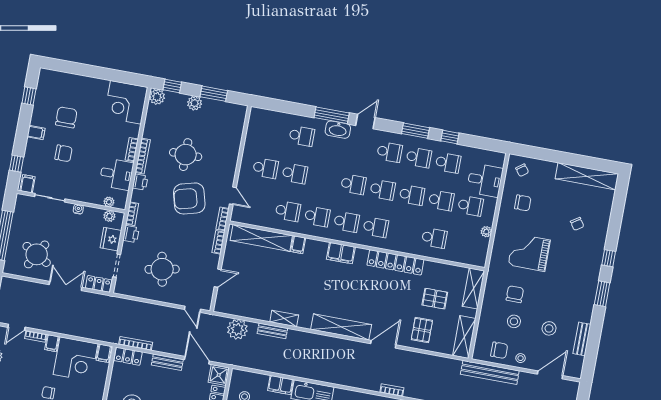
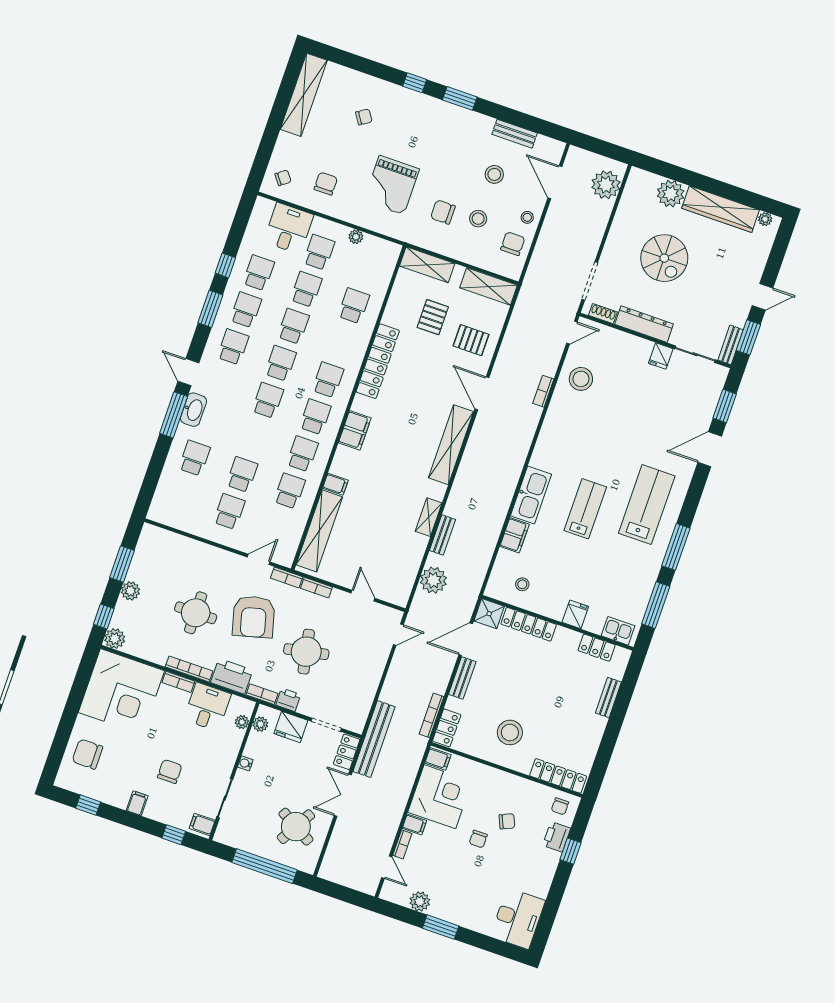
corner desk: (126, 102) -> (121, 692), width x1.36, depth x1.36
chair: (66, 117) -> (87, 754), moved
printer: (140, 182) -> (232, 676), width x1.87, depth x1.48
round table: (162, 269) -> (306, 652), moved
bench: (490, 372) -> (374, 739), moved

